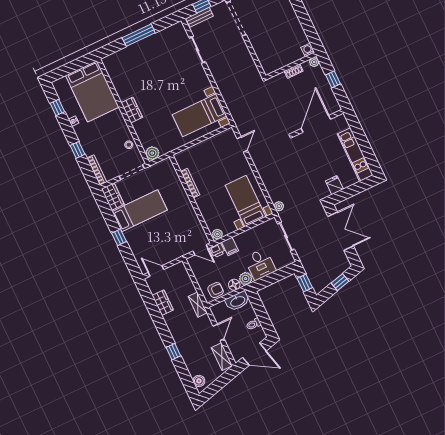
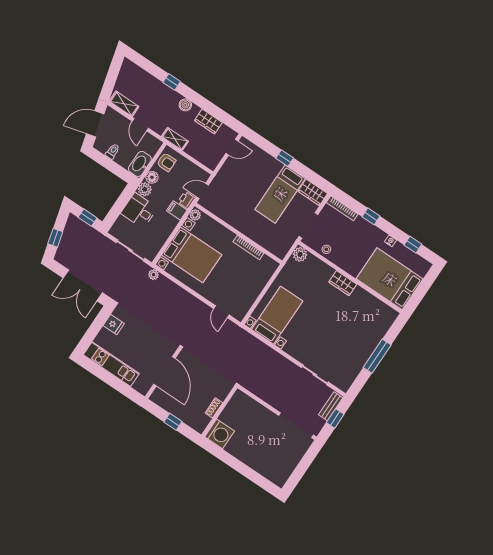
washing machine: (308, 50) -> (220, 434), width x1.89, depth x1.89
plant: (314, 62) -> (200, 427), removed
bed with nightstands: (246, 201) -> (192, 255), width x1.36
armchair: (216, 290) -> (166, 162), turned -90
boiler: (199, 381) -> (185, 105), moved

